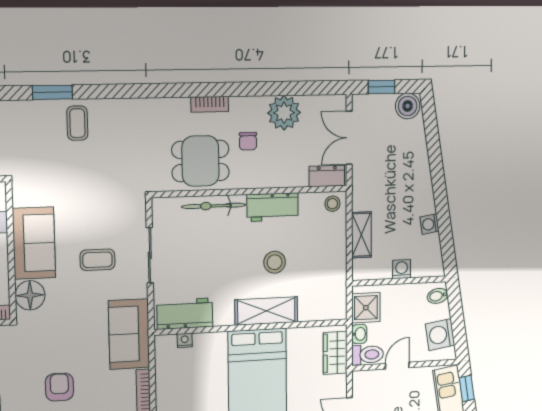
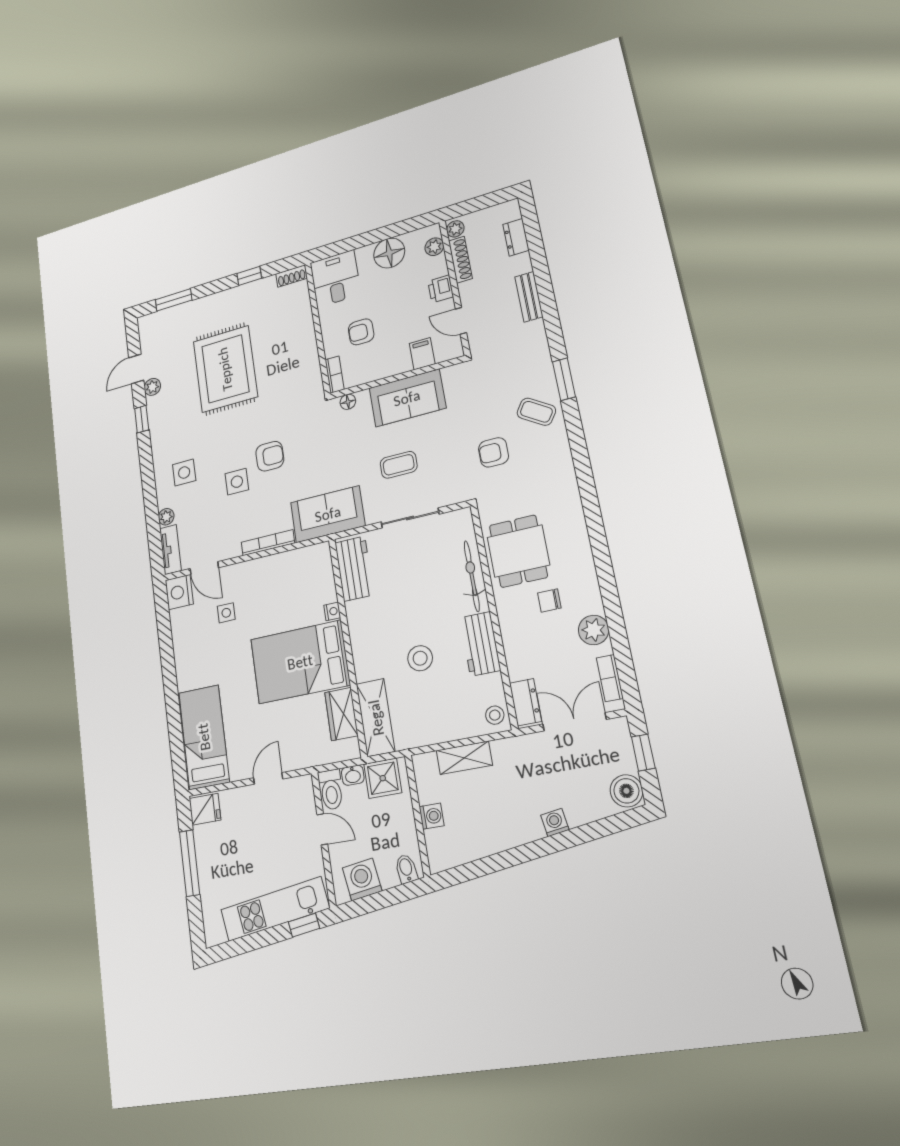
bookcase: (210, 104) -> (610, 678), moved
plant: (284, 113) -> (594, 630), width x0.73, depth x0.73
coffee table: (77, 123) -> (536, 412), turned 33
armchair: (106, 169) -> (493, 452), added
washing machine: (430, 224) -> (555, 822), moved
coffee table: (97, 260) -> (399, 465), turned 90
floor lamp: (30, 295) -> (348, 402), width x0.53, depth x0.53
shelving: (266, 311) -> (376, 718), moved
nightstand: (185, 340) -> (332, 611), moved
wardrobe: (335, 353) -> (341, 714), moved, turned -90

